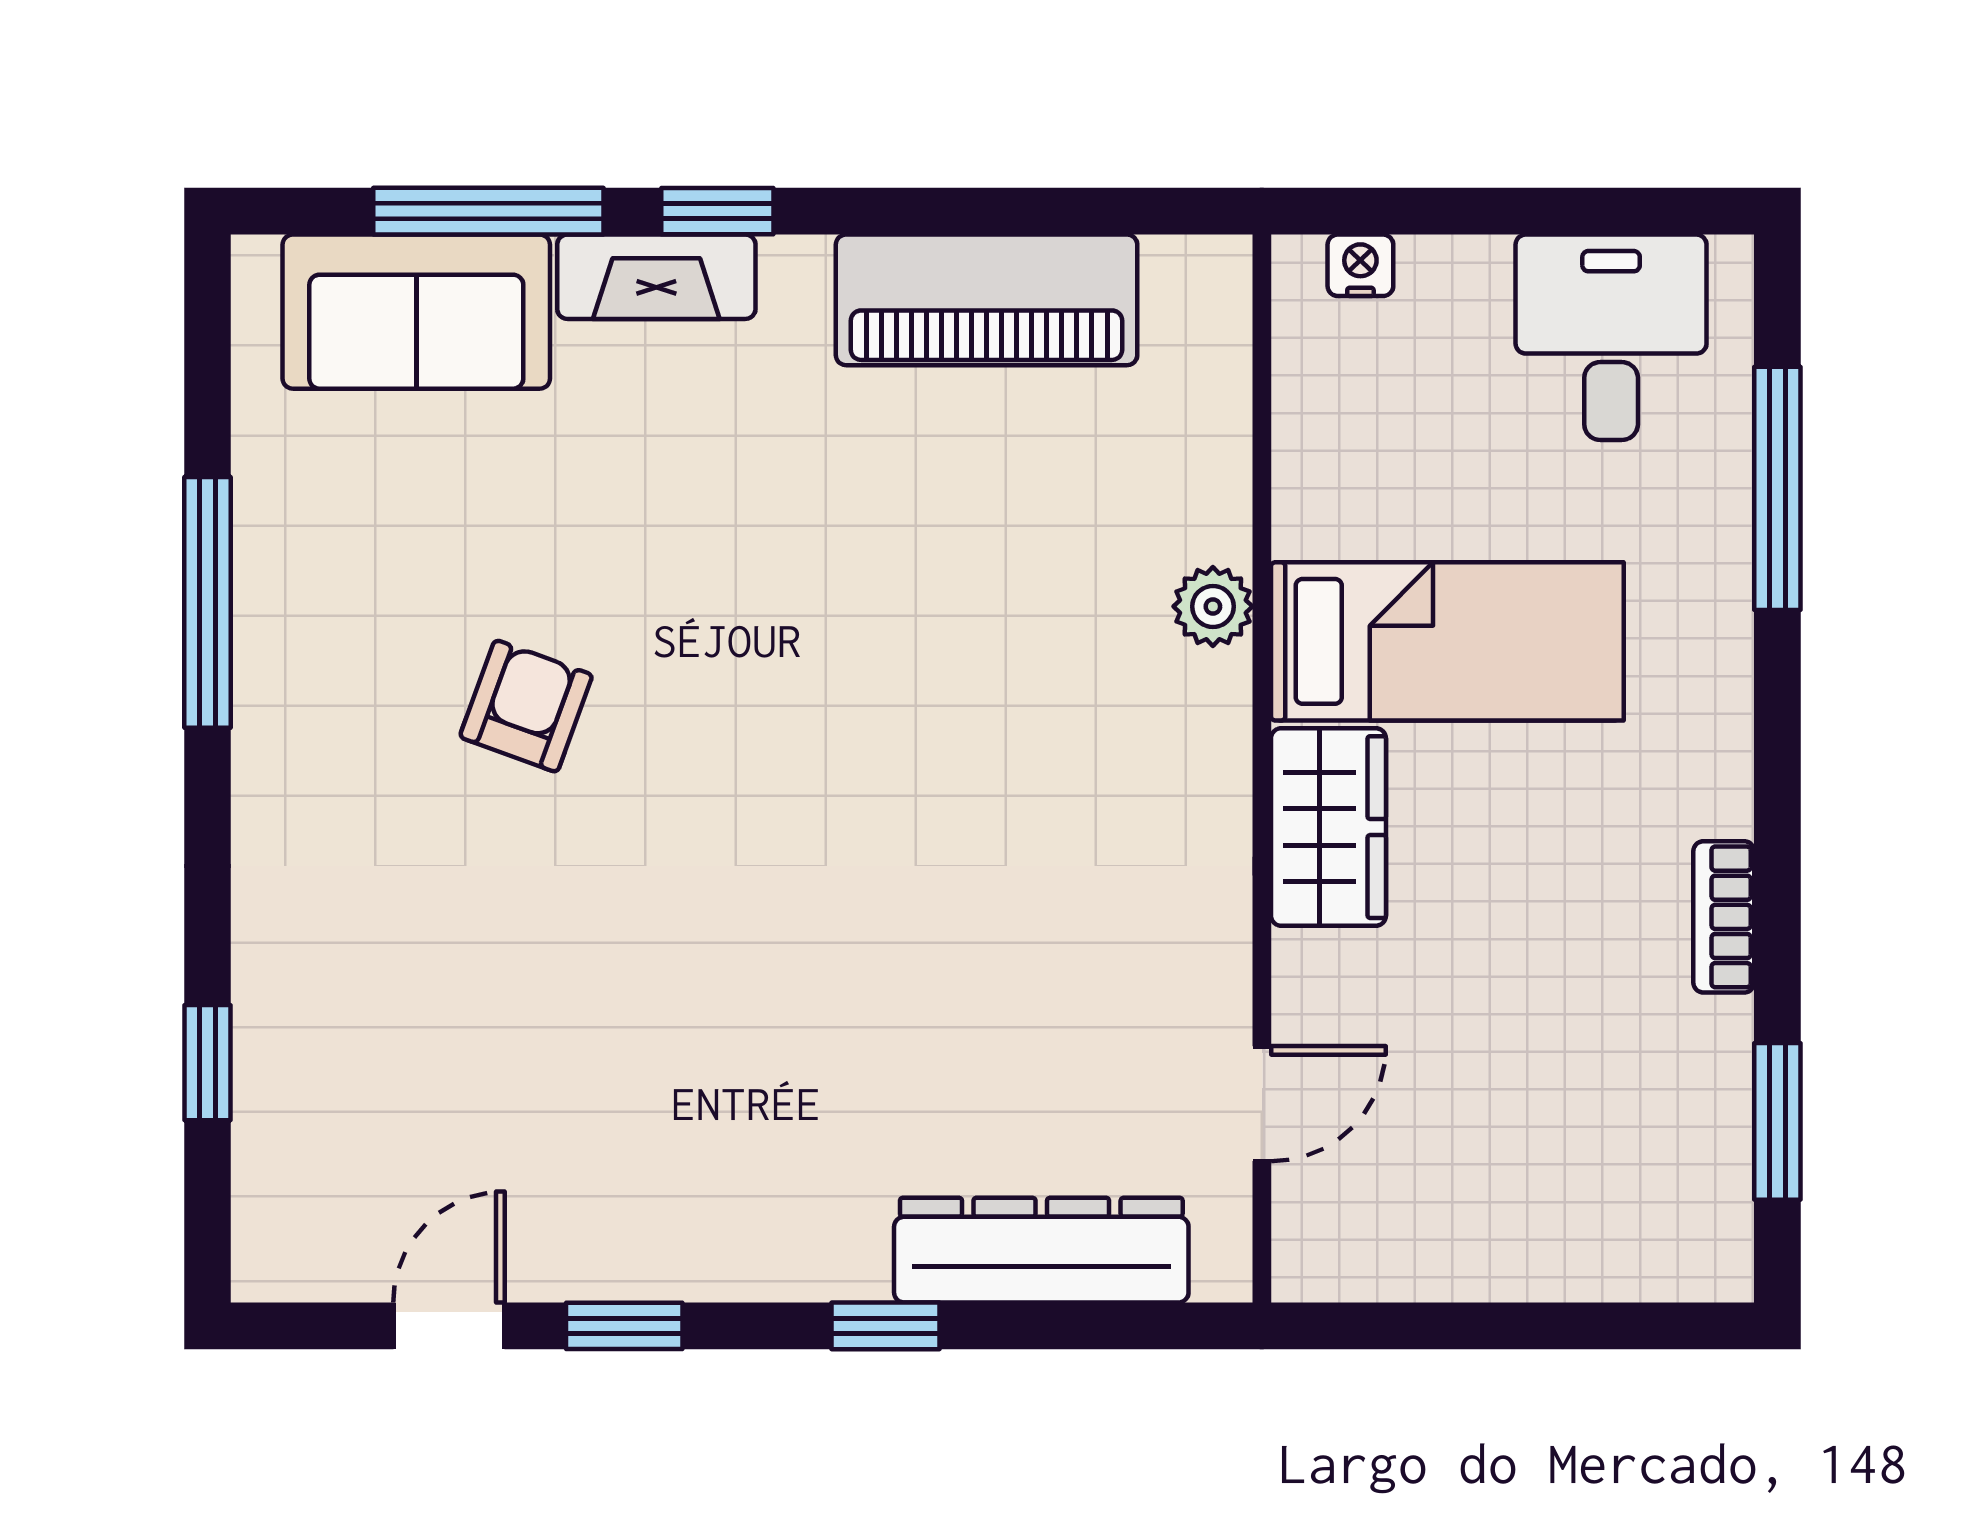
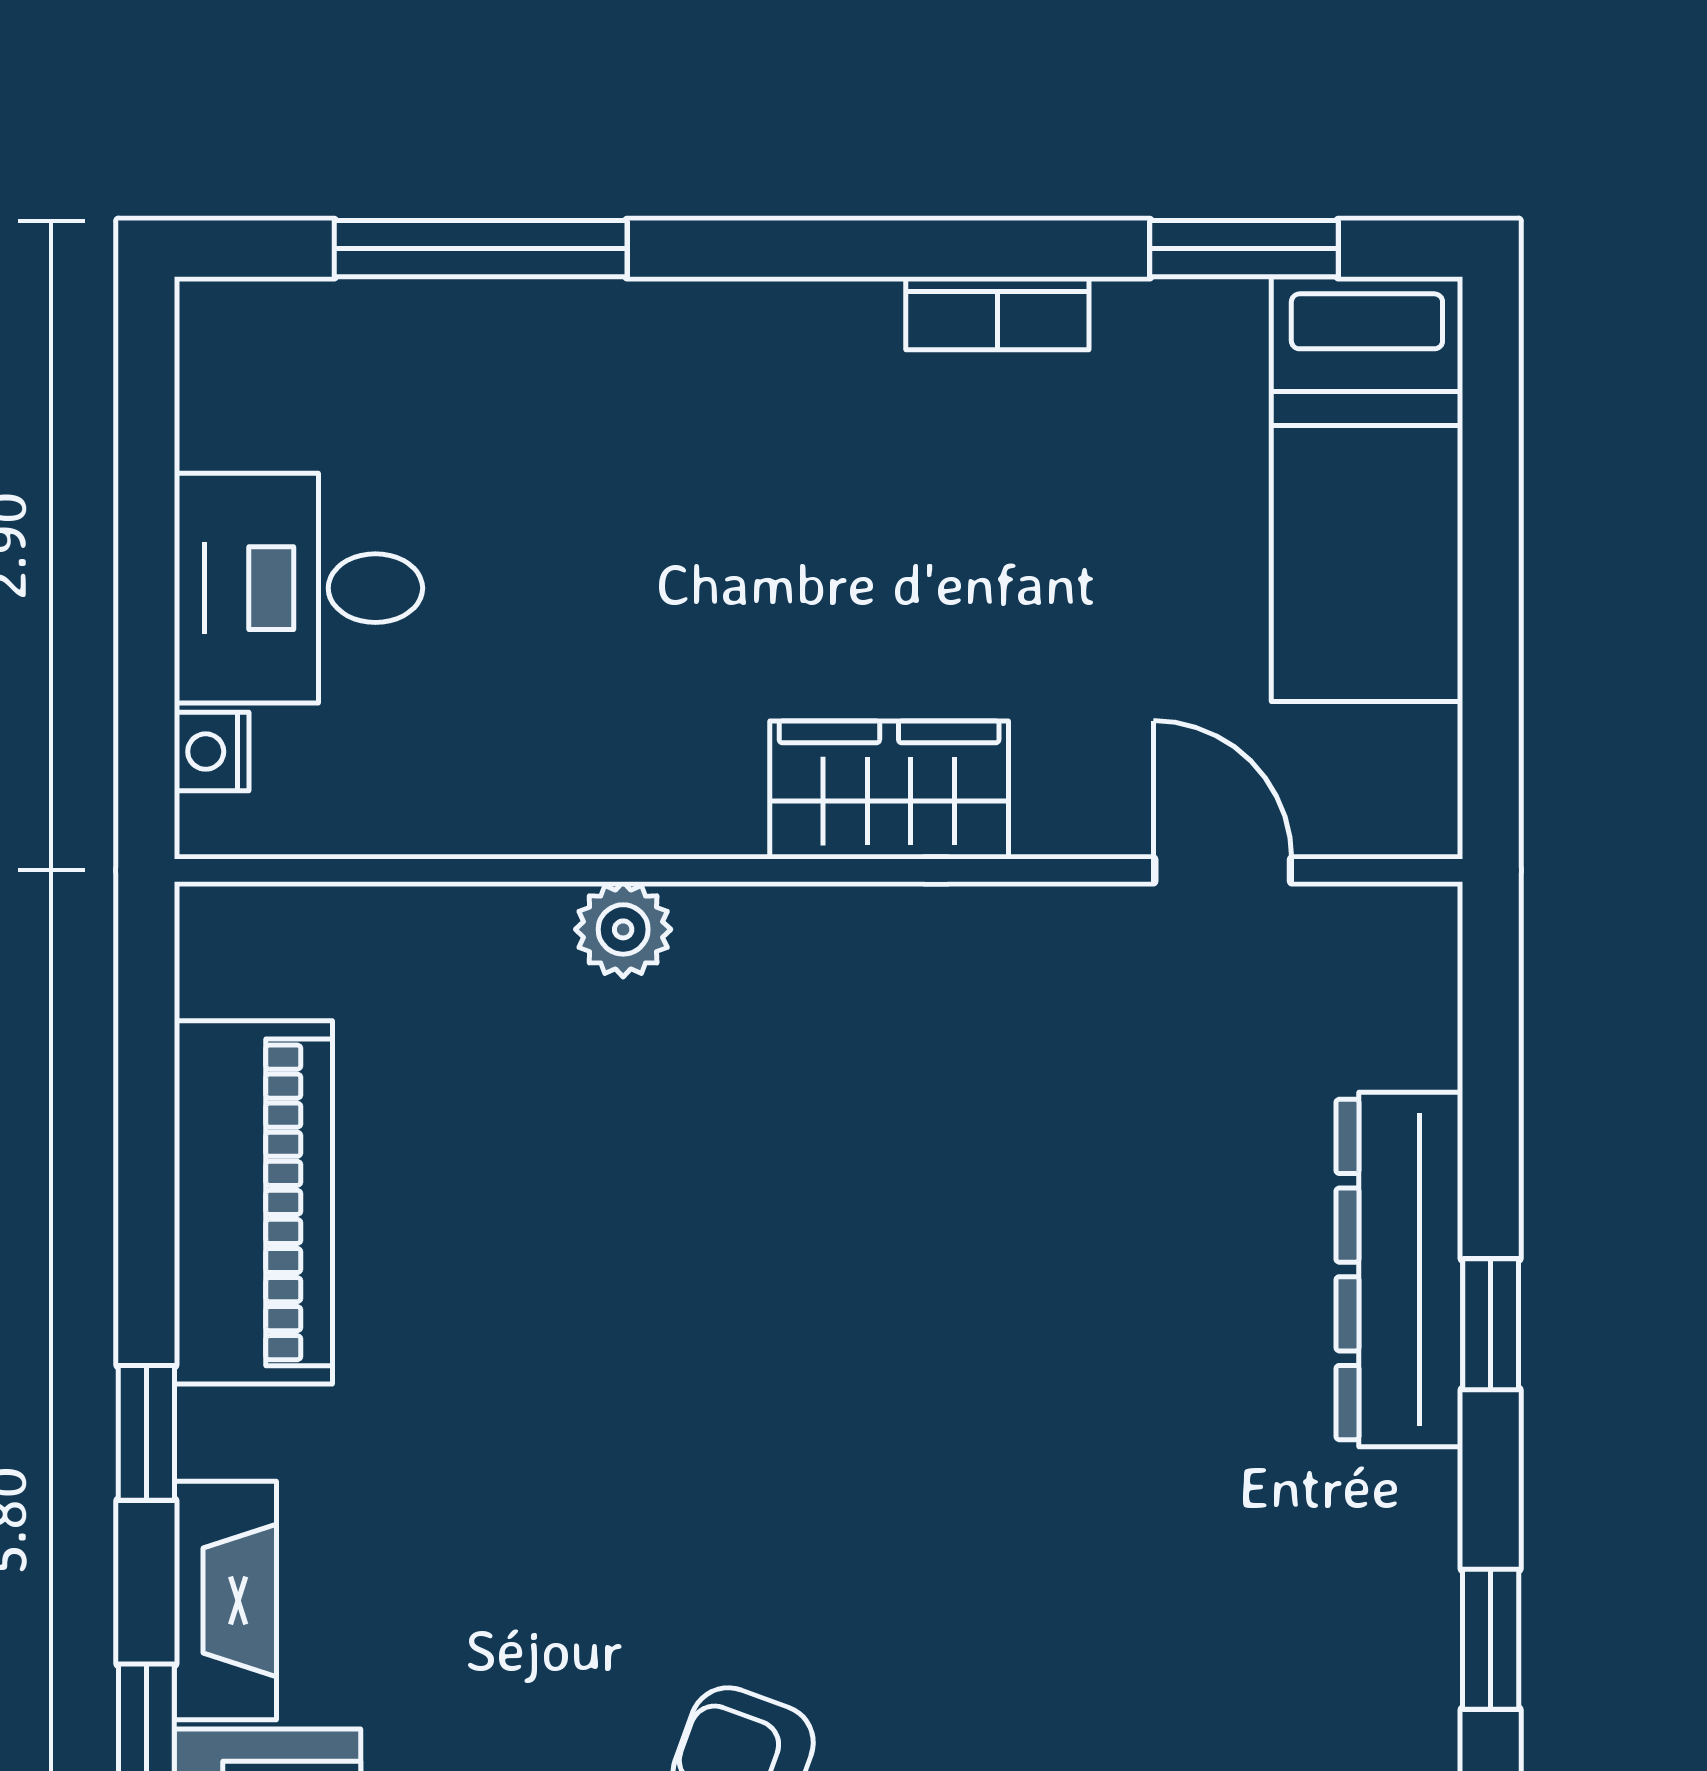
window: (717, 211) -> (146, 1433), moved
desk: (1611, 337) -> (298, 588), moved
bed: (1447, 641) -> (1367, 489), moved, turned 180
dresser: (1041, 1250) -> (1399, 1269), moved

